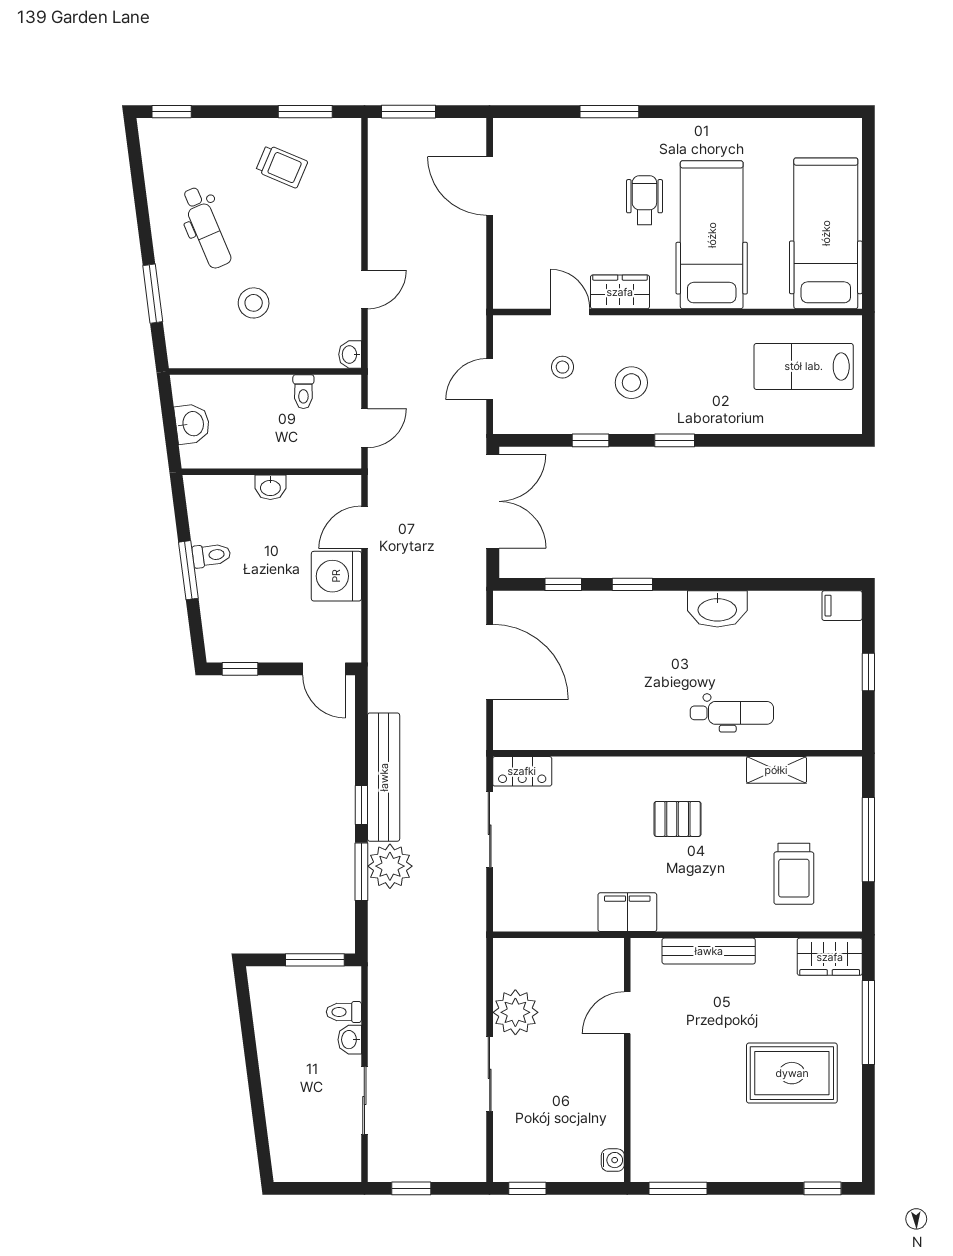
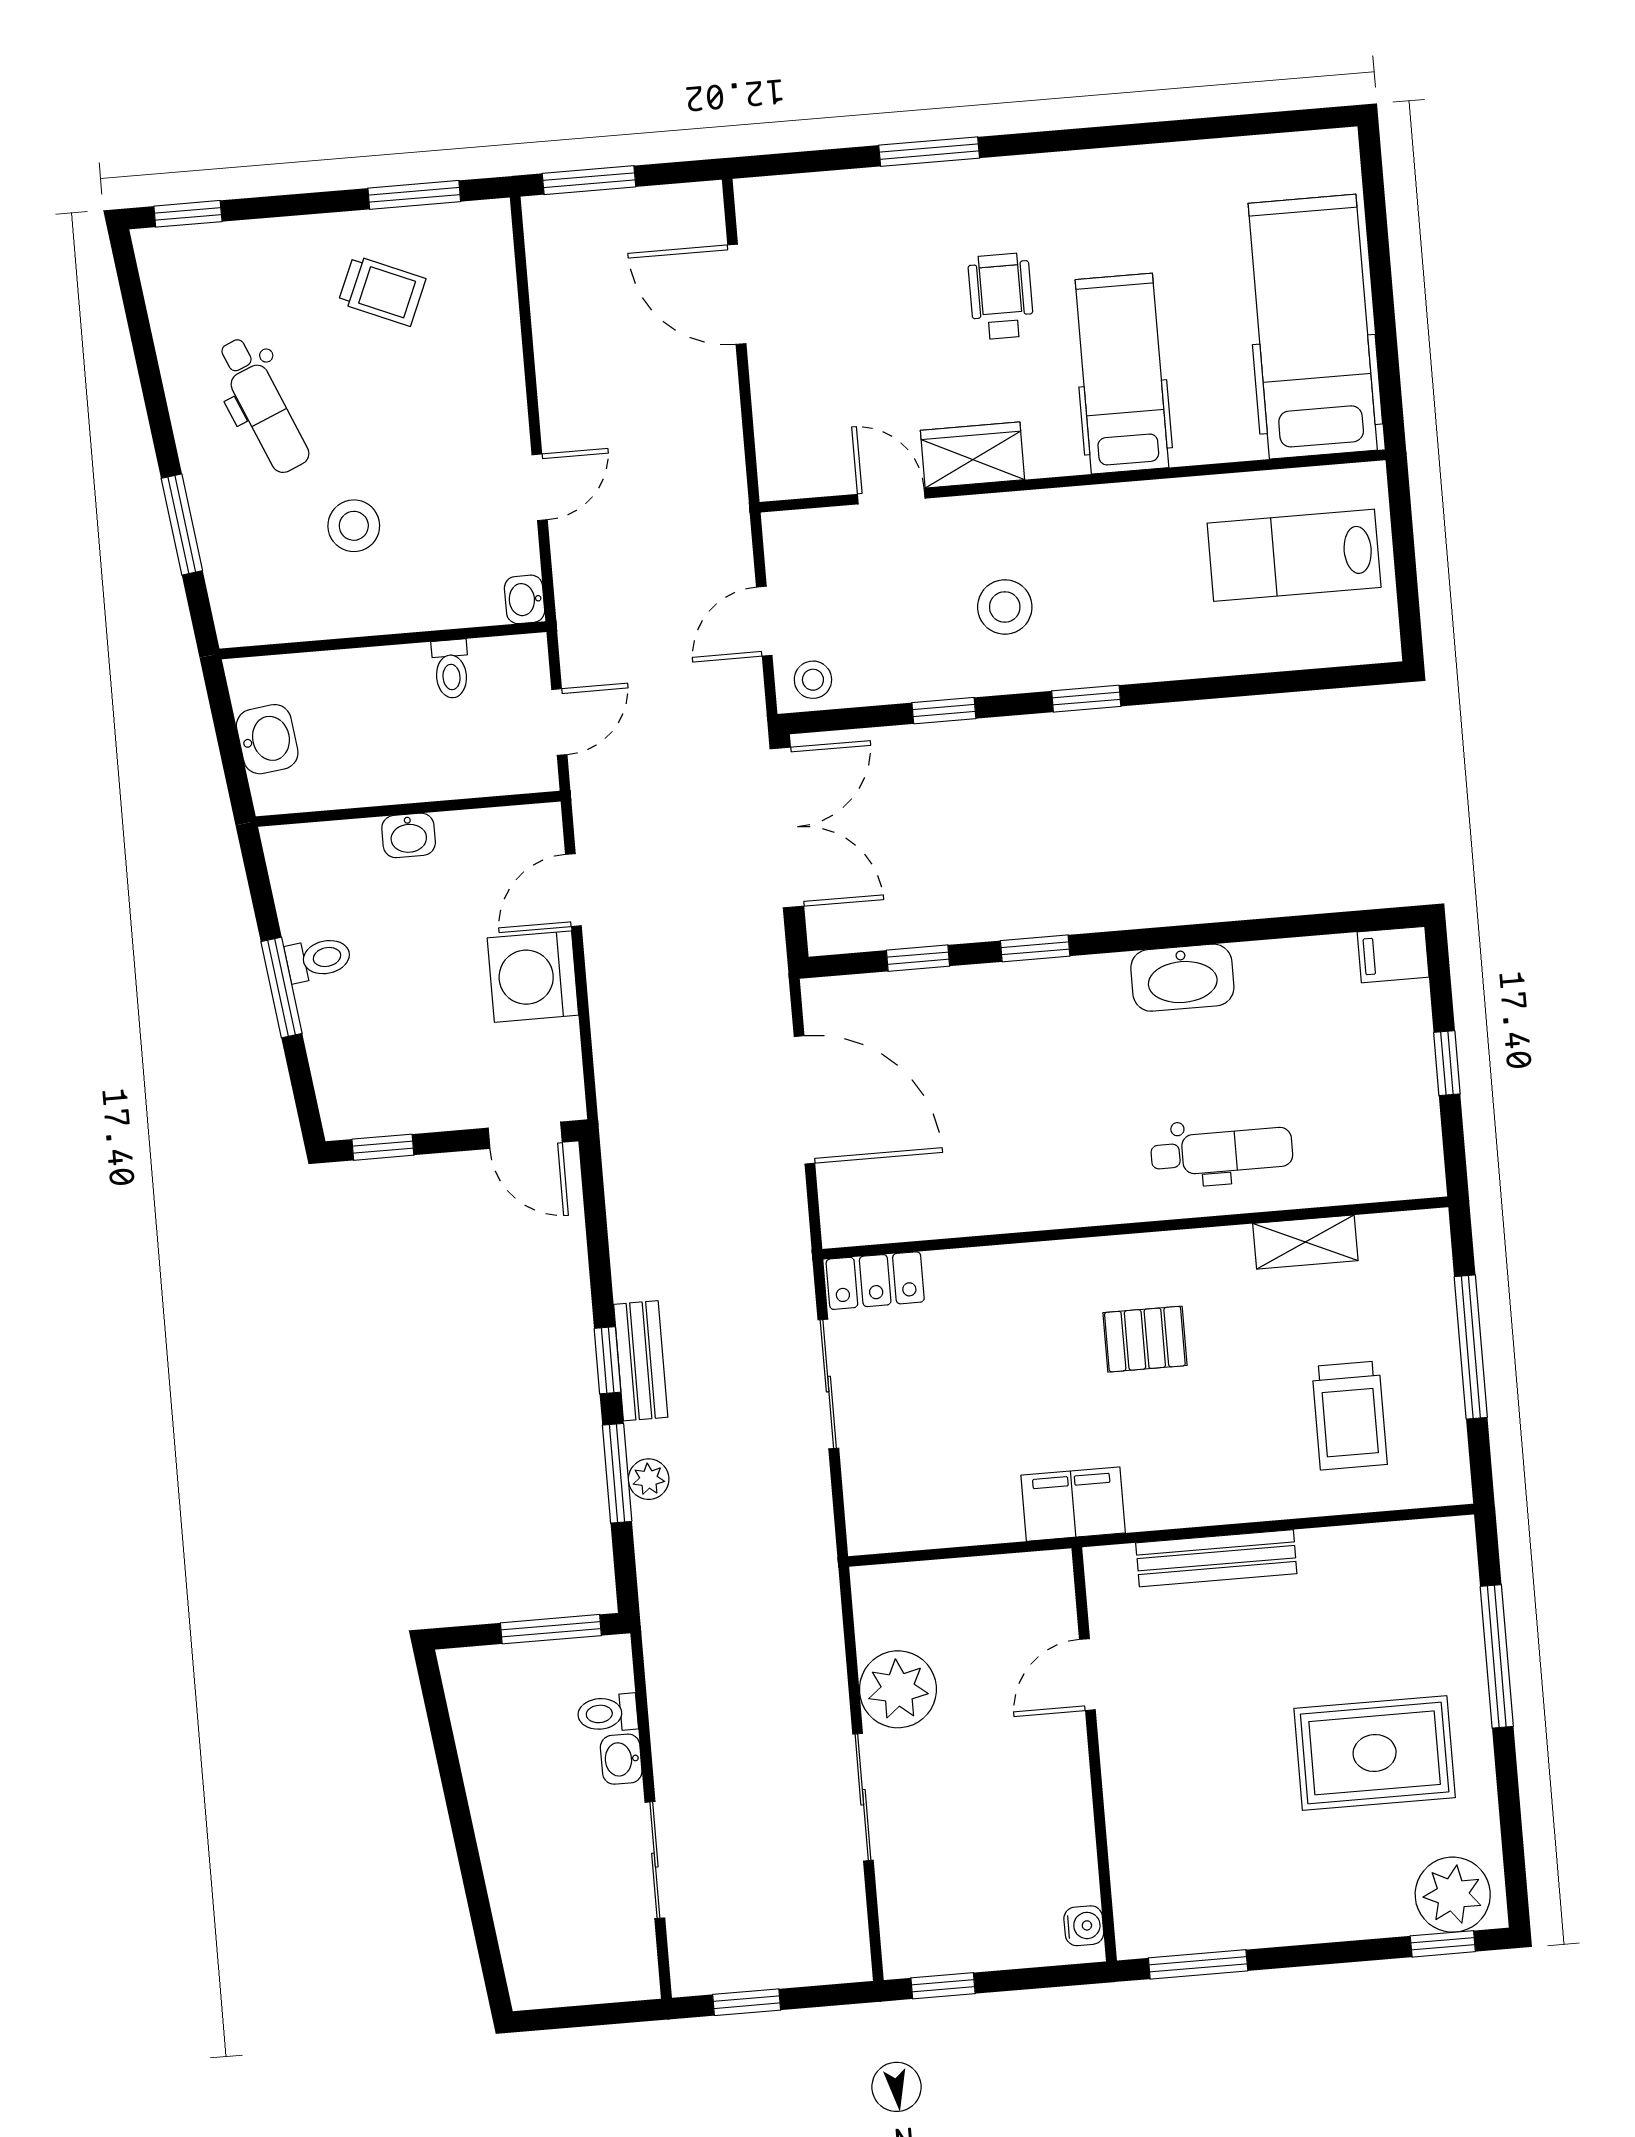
hospital bed: (712, 235) -> (1122, 374), width x0.73, depth x0.78
stool: (562, 367) -> (813, 680), moved
bench: (384, 777) -> (641, 1361), width x0.54, depth x0.82
plant: (390, 866) -> (649, 1479), width x0.53, depth x0.53
wardrobe: (830, 957) -> (1422, 1551), removed
plant: (831, 1160) -> (1453, 1895), added

